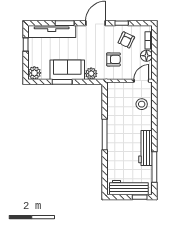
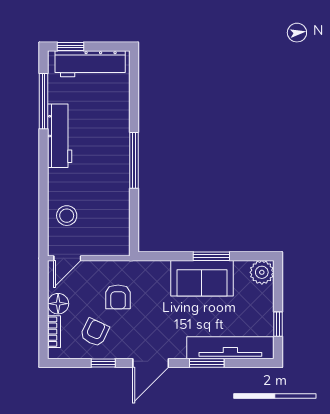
armchair: (113, 59) -> (118, 297), turned -90
plant: (91, 74) -> (158, 271), removed

